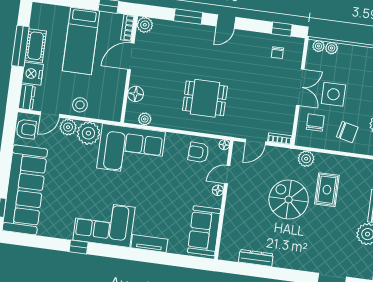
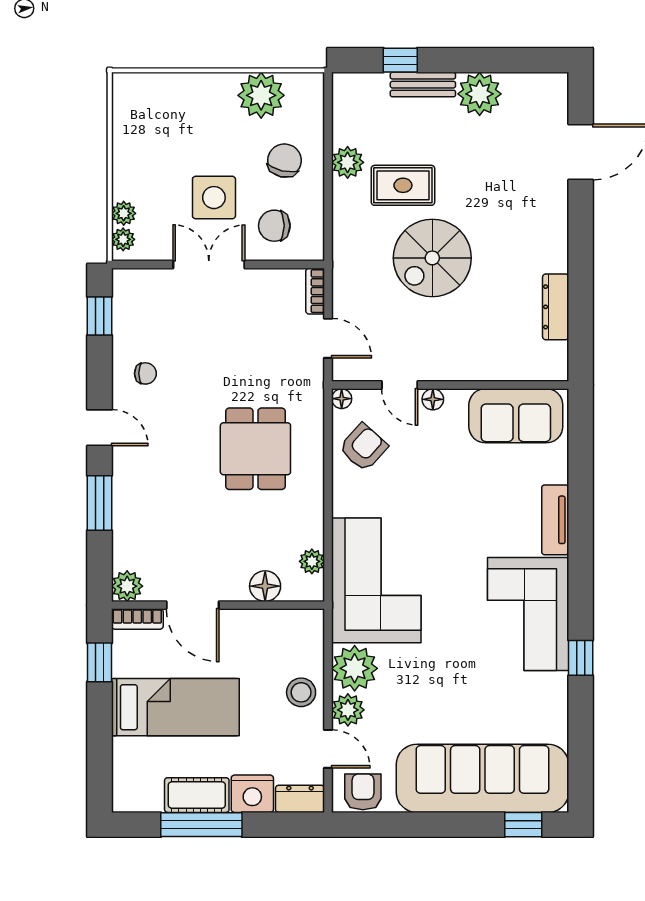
chair: (277, 53) -> (145, 373), moved
armchair: (198, 152) -> (363, 447), turned -141
plant: (306, 159) -> (348, 162), moved

